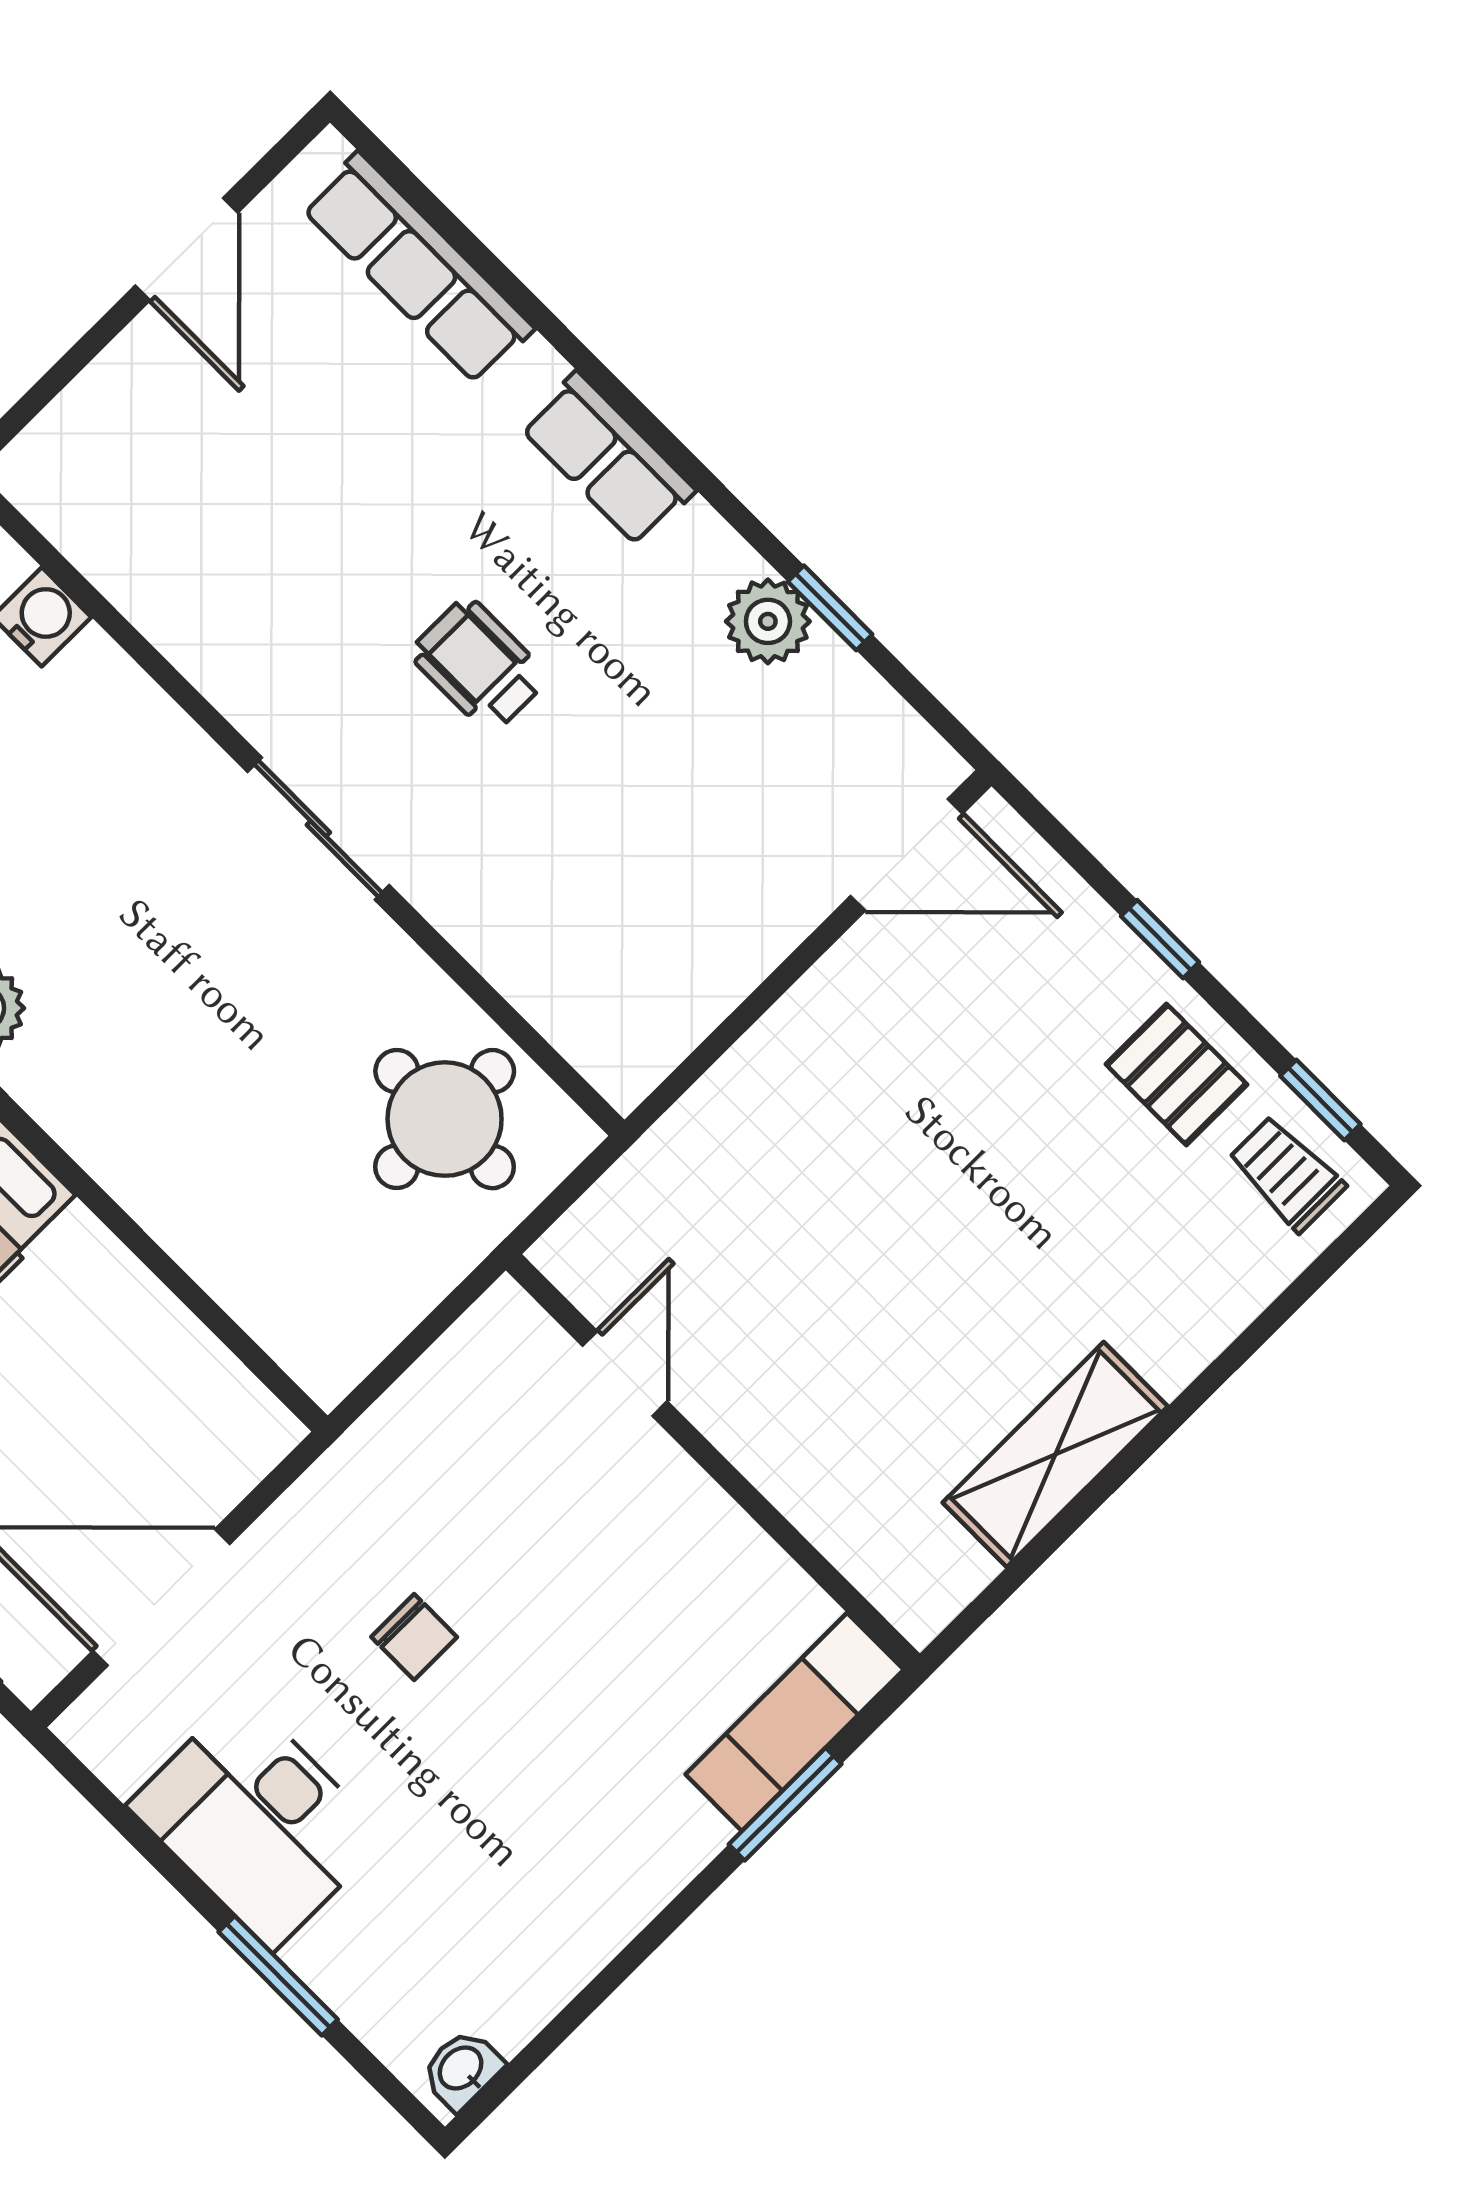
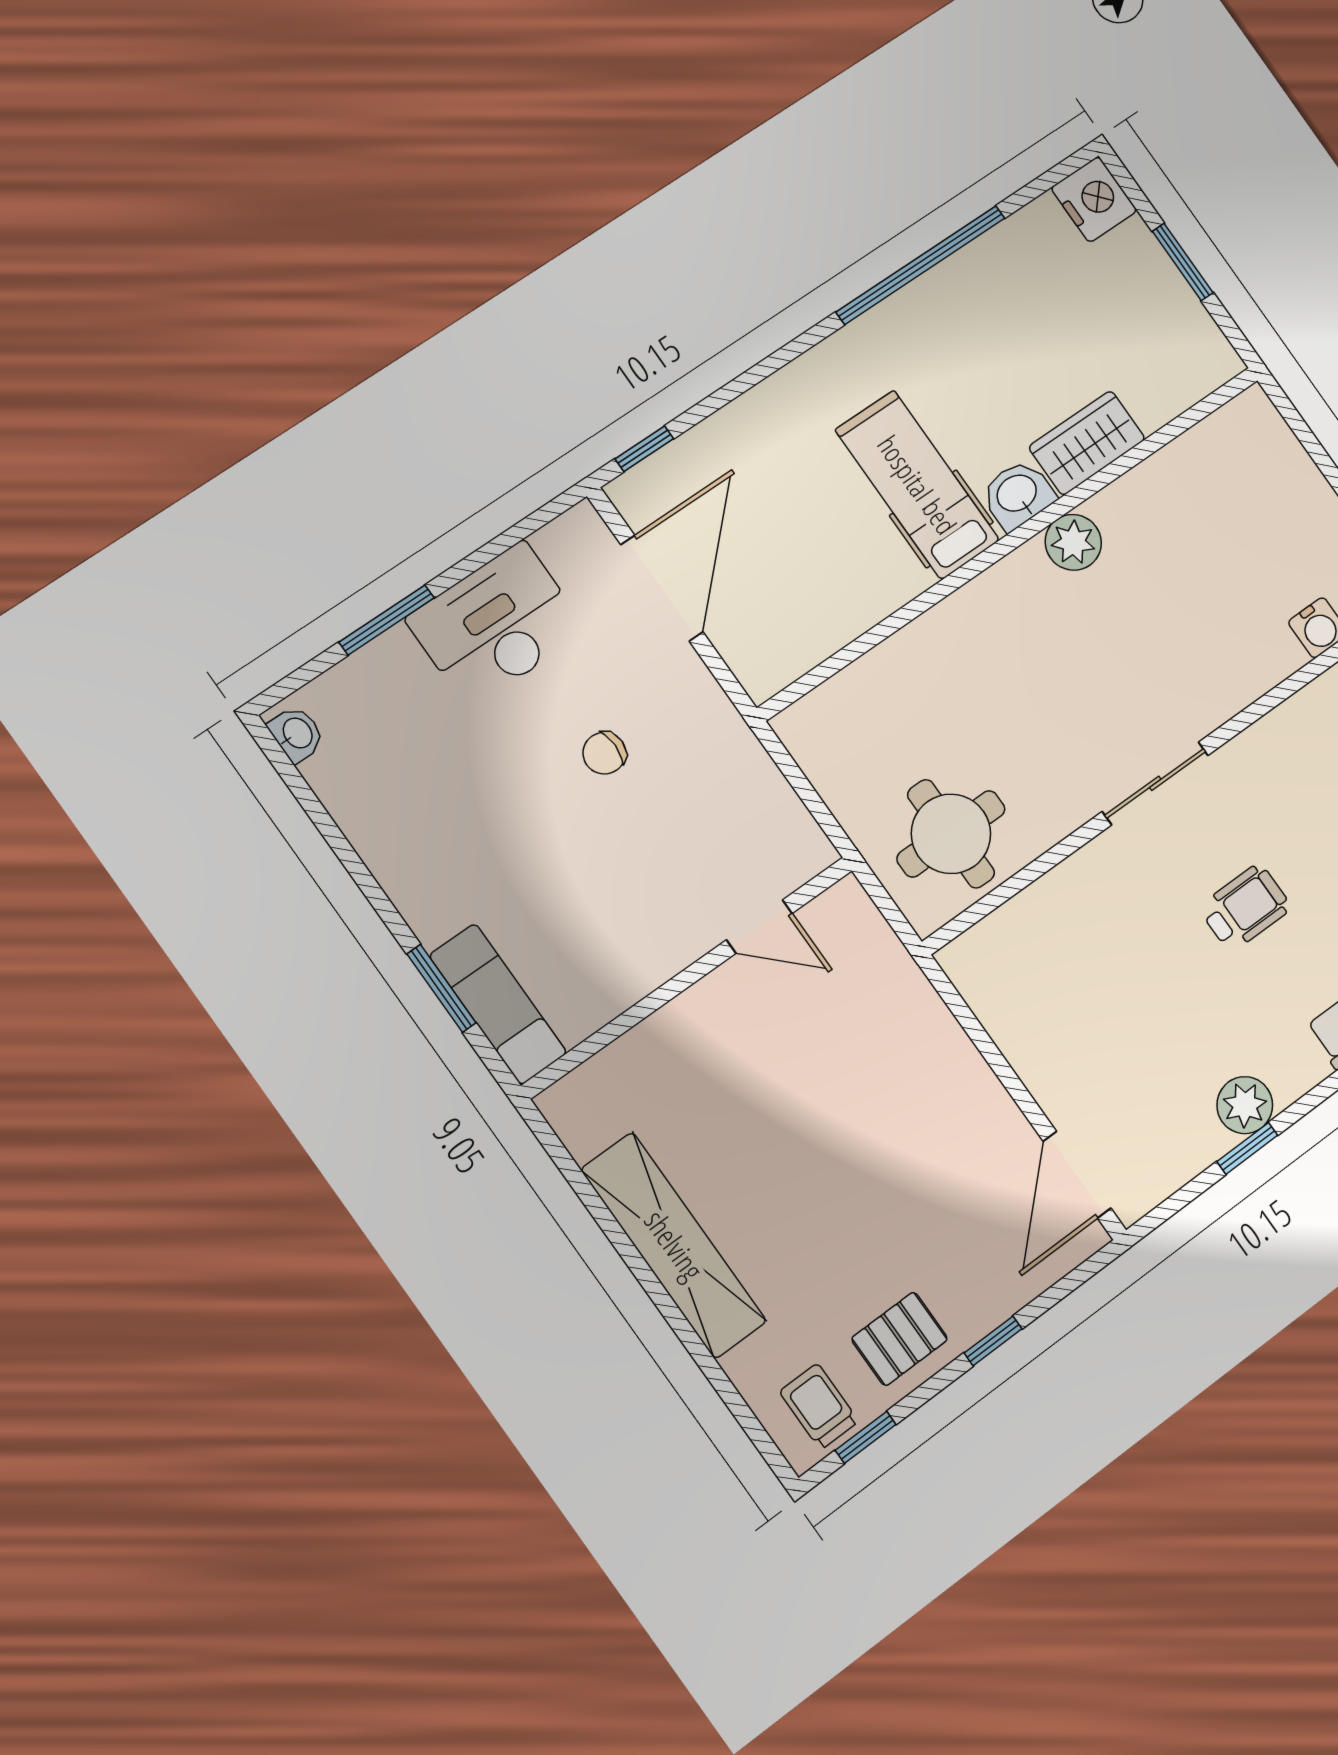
trolley: (1287, 1174) -> (819, 1406), turned -90
shelving: (1055, 1455) -> (674, 1245), width x1.47

